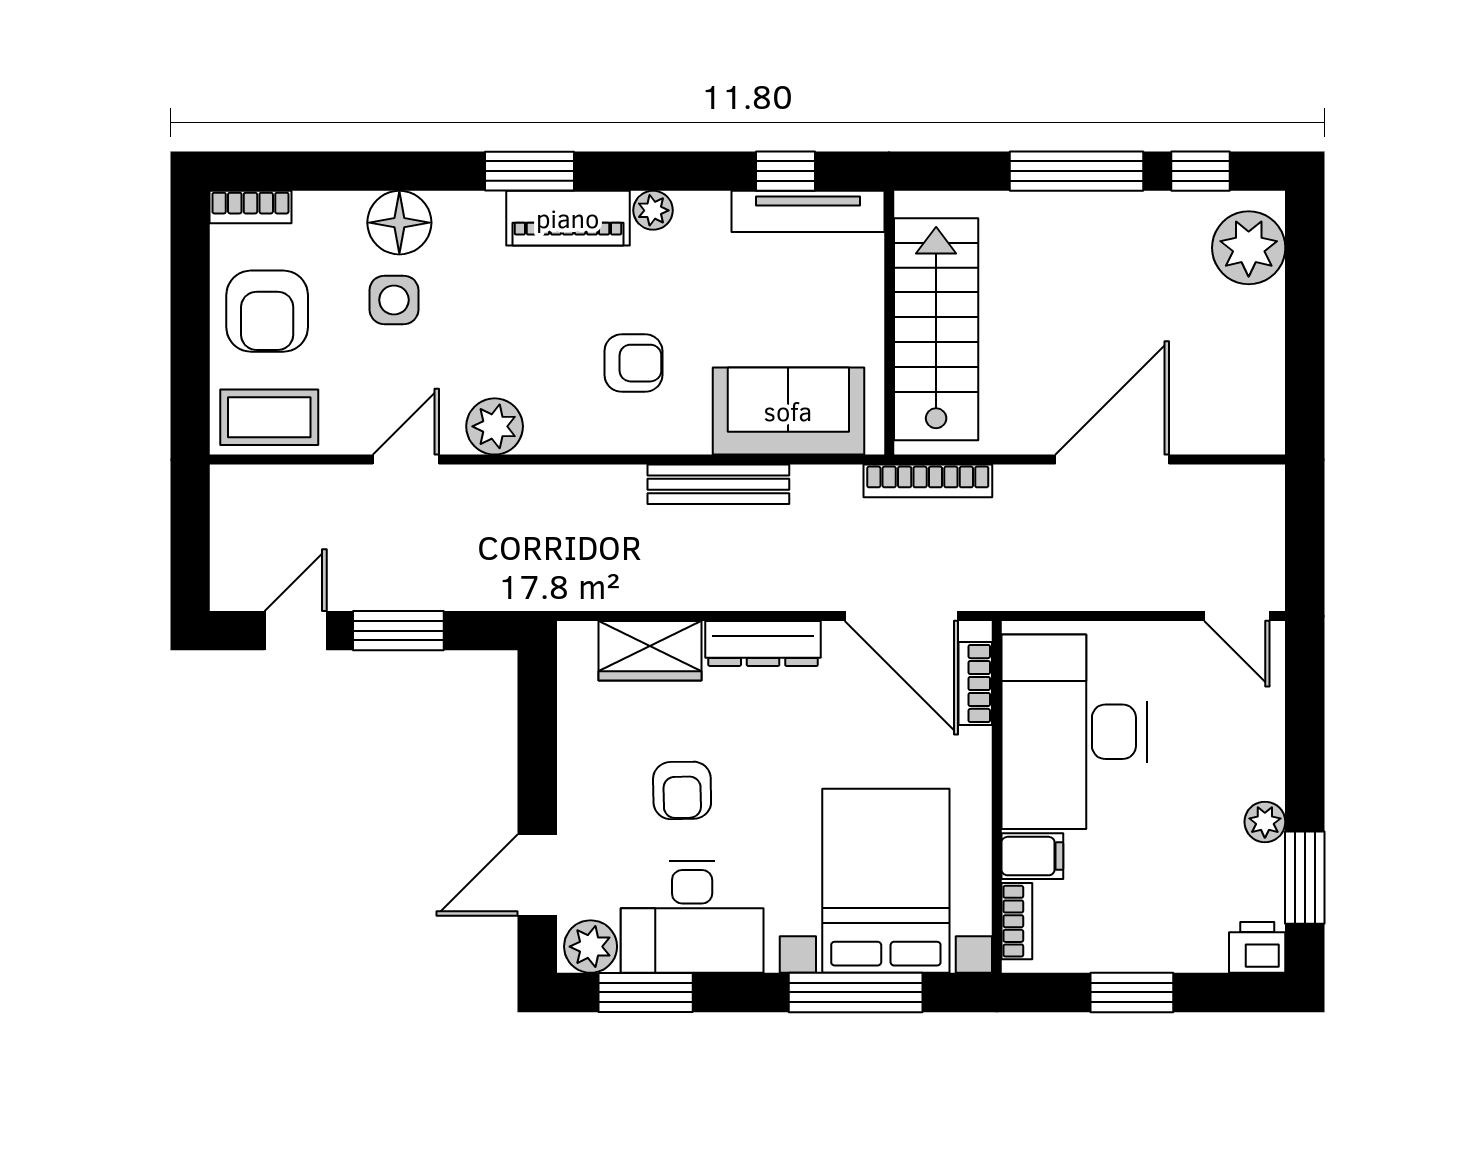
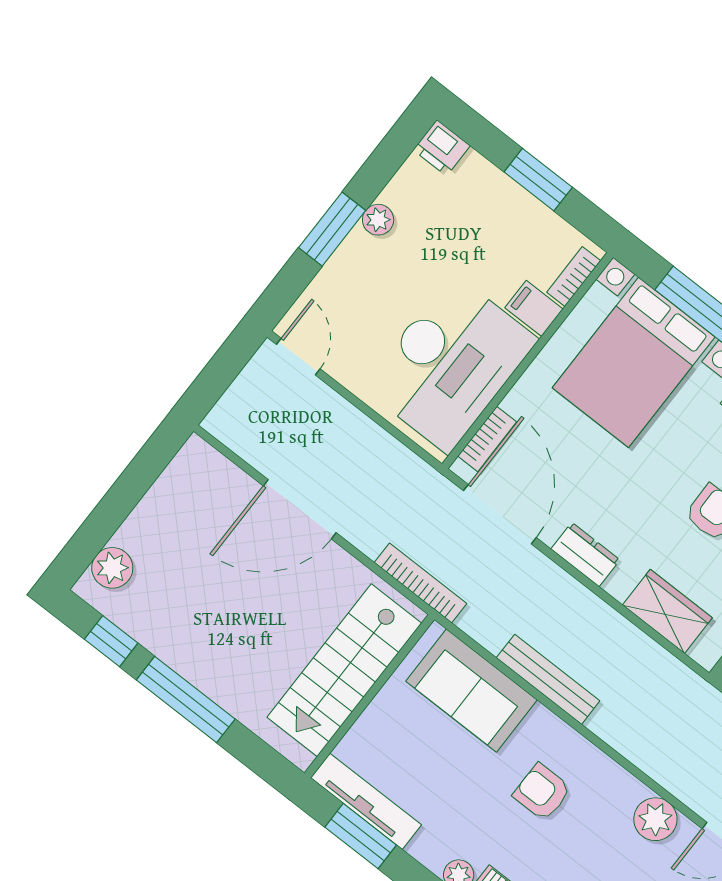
window: (785, 171) -> (361, 836), width x1.50
plant: (1249, 248) -> (112, 568), width x0.73, depth x0.73
dresser: (763, 643) -> (585, 554), width x0.70
window: (1305, 878) -> (332, 229), moved

